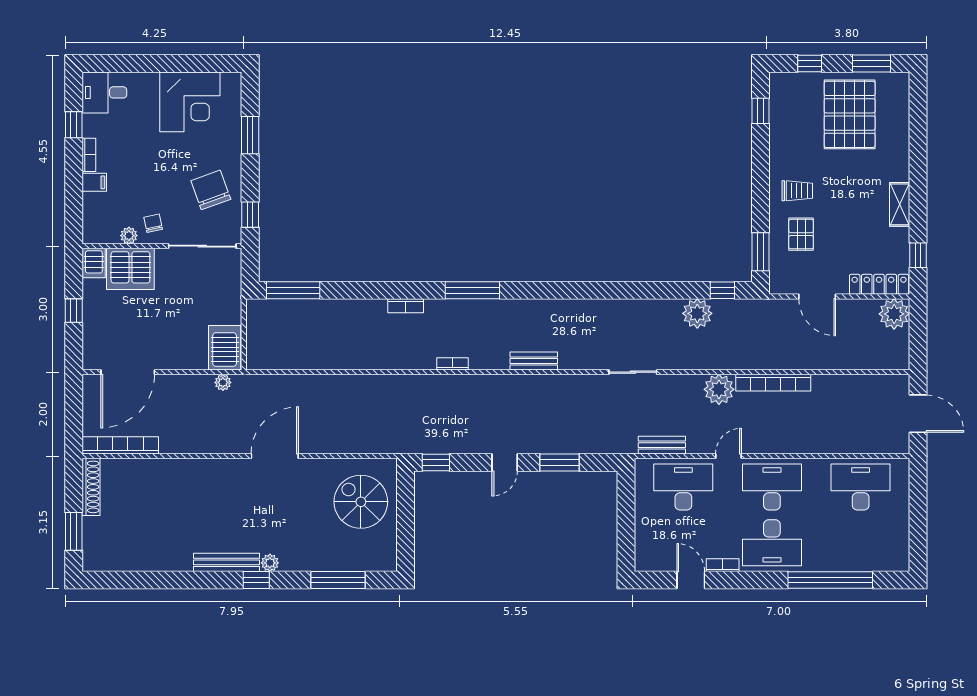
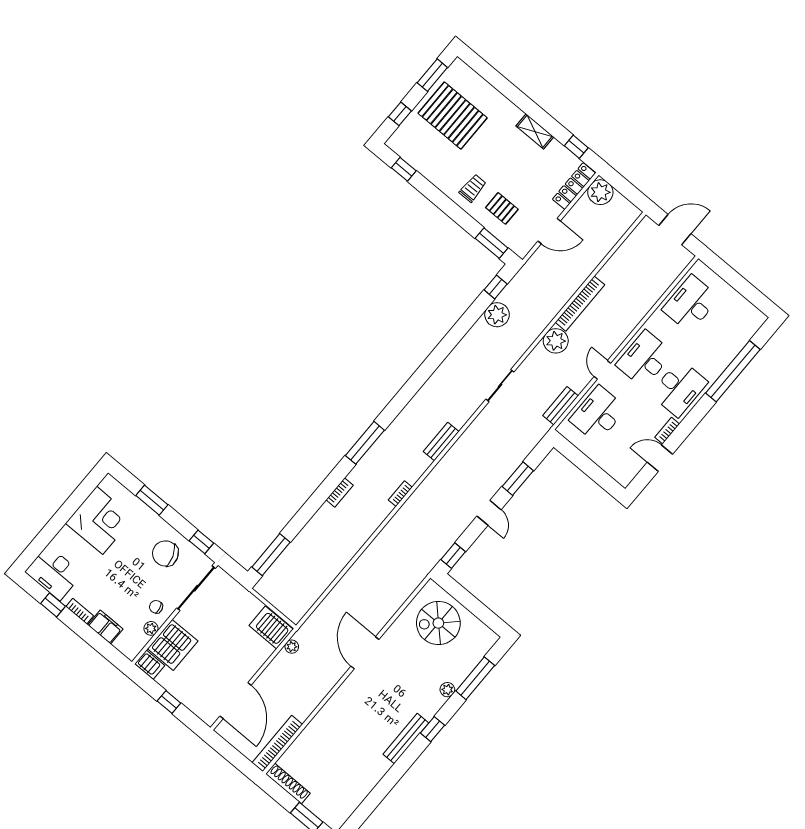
desk: (104, 92) -> (54, 573), width x1.37
filing cabinet: (94, 182) -> (105, 627), width x2.00
plant: (270, 563) -> (447, 690), moved

